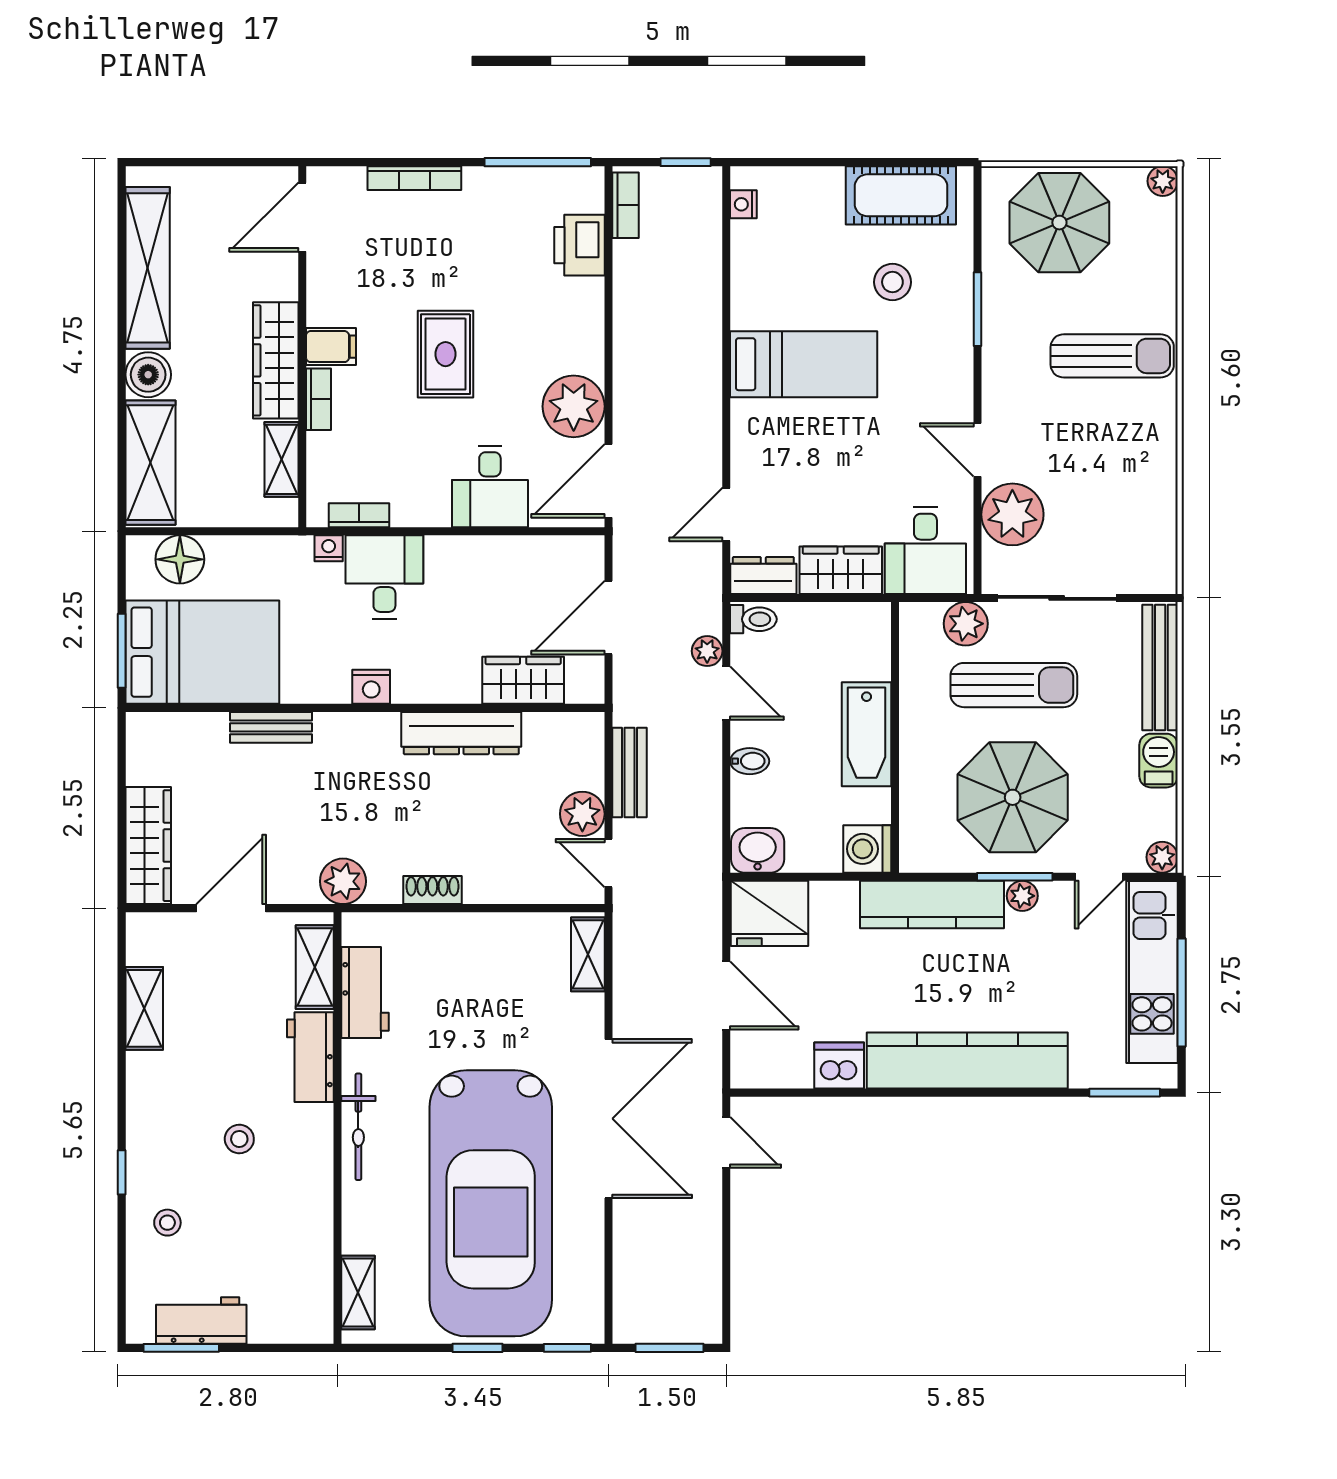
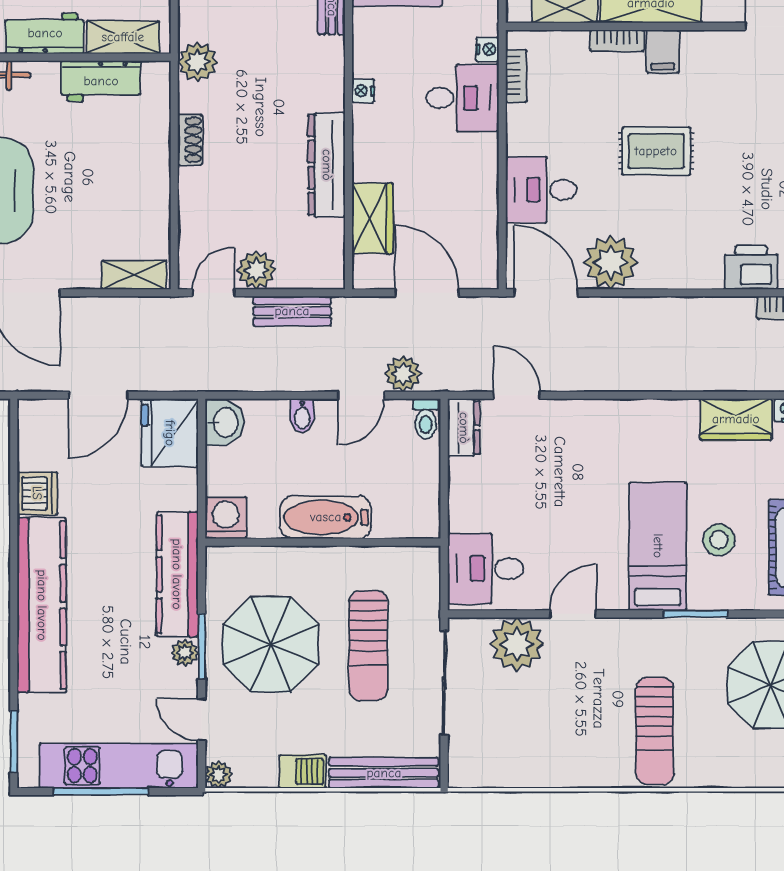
bed: (804, 364) -> (658, 546), moved, turned 180
wardrobe: (841, 570) -> (736, 419), moved, turned 90
plant: (966, 624) -> (422, 604), removed
plant: (707, 651) -> (403, 374), width x1.38, depth x1.38
nightstand: (371, 687) -> (363, 91), width x0.72, depth x0.74

